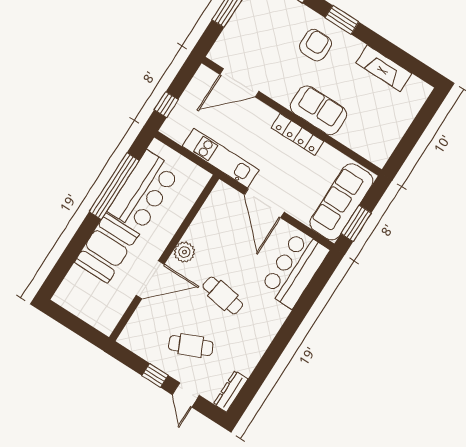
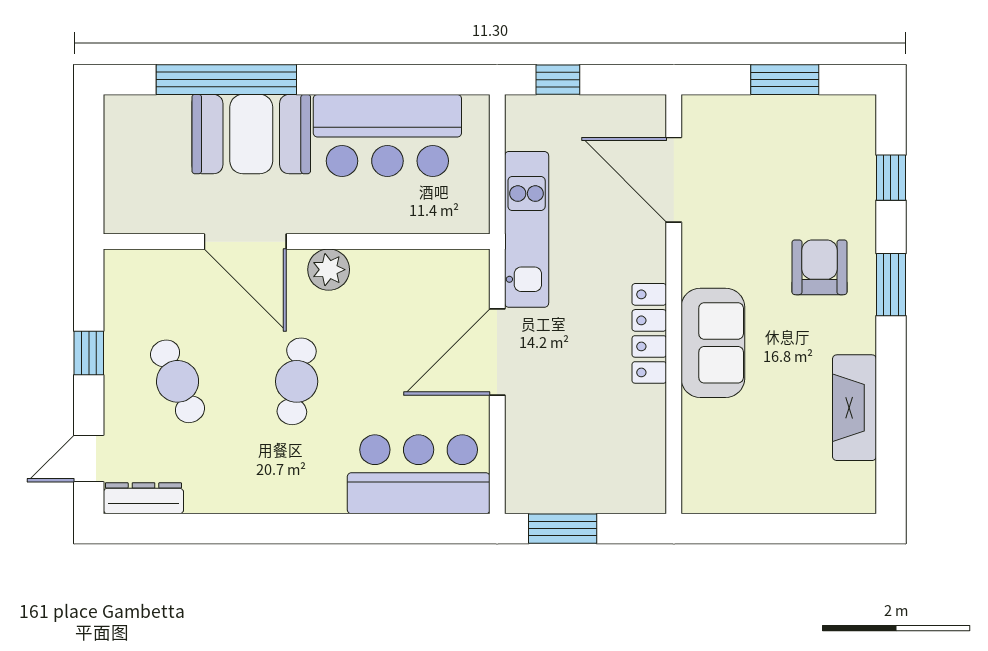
armchair: (315, 45) -> (820, 267), turned -90
window: (114, 186) -> (226, 80), moved
sofa: (341, 202) -> (583, 480), removed
door: (186, 395) -> (89, 459), moved

